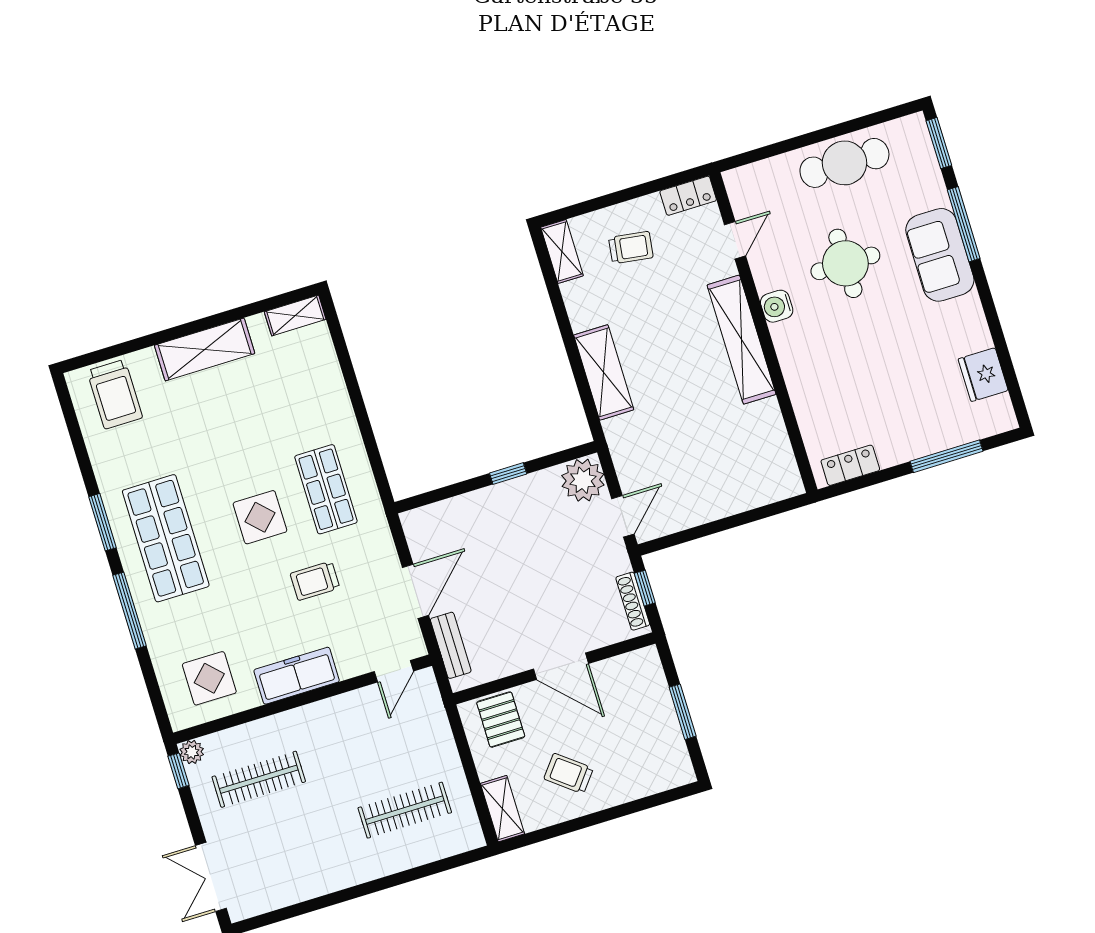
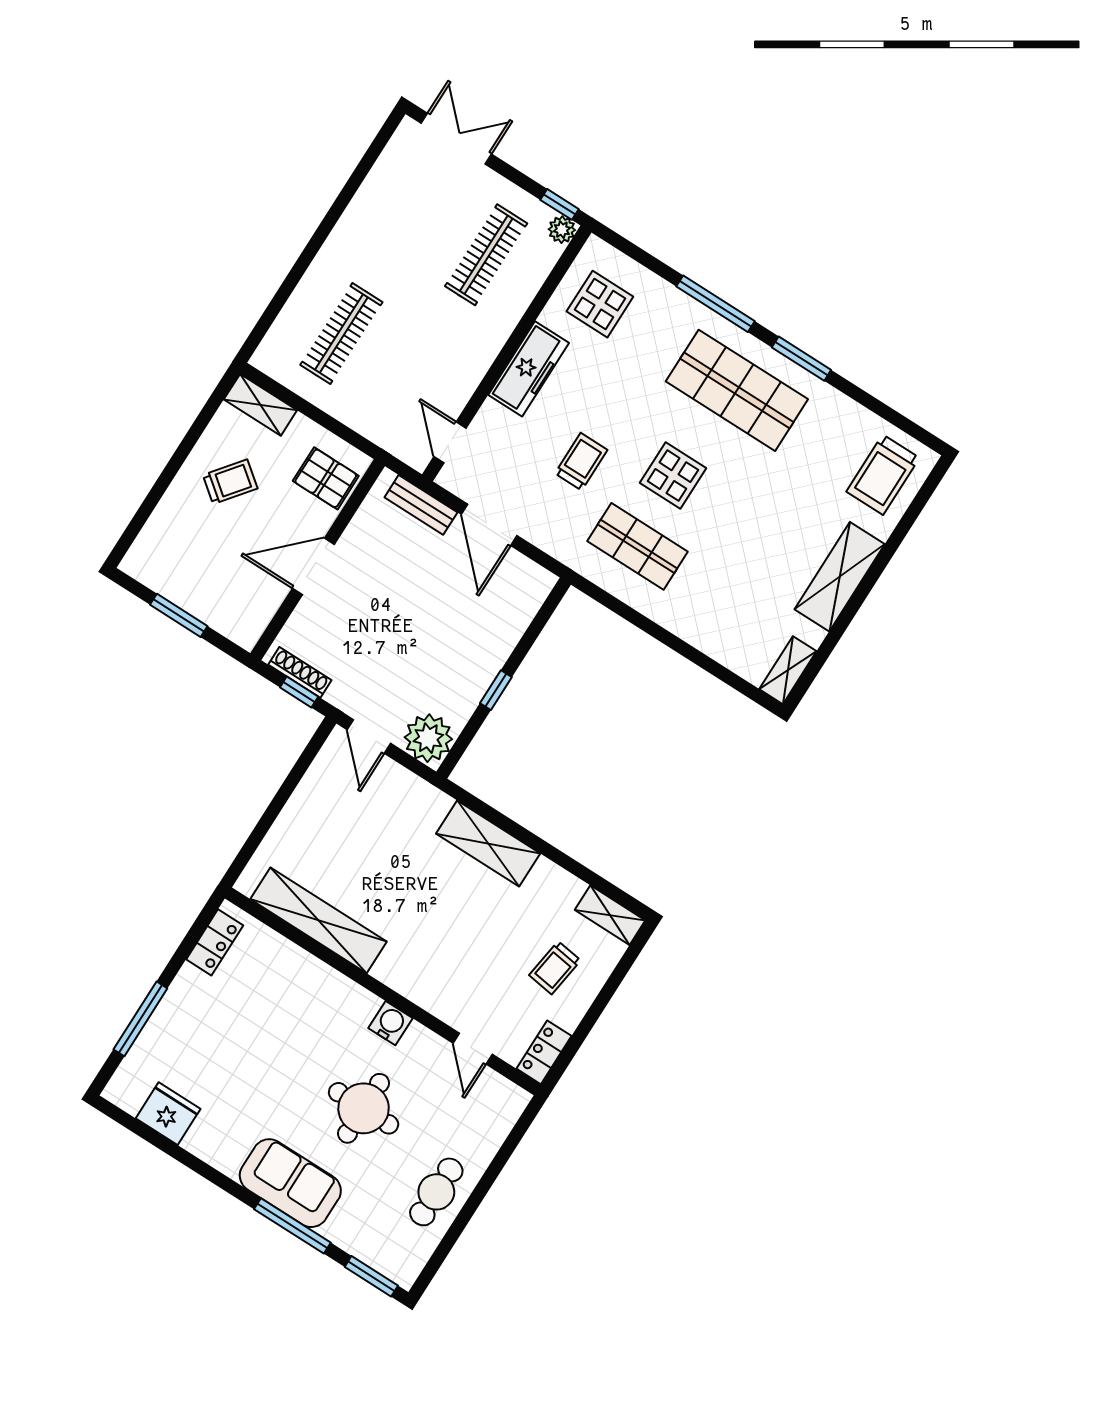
cafe table: (844, 163) -> (436, 1192), width x0.73, depth x0.74
shelving: (741, 340) -> (319, 920), moved
trolley: (115, 394) -> (883, 475), turned -90

